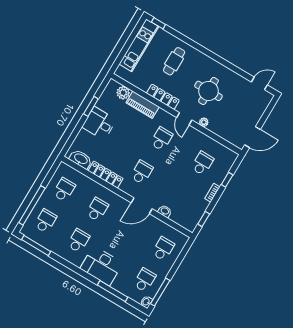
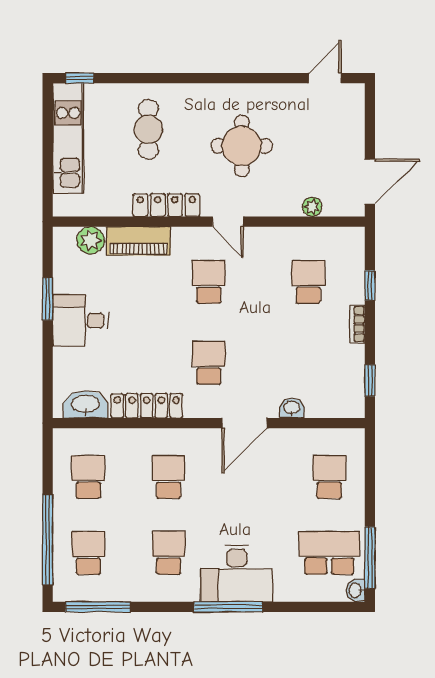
plant: (204, 122) -> (312, 207), moved
school desk: (145, 280) -> (329, 553), width x1.85
window: (113, 291) -> (228, 607), moved

